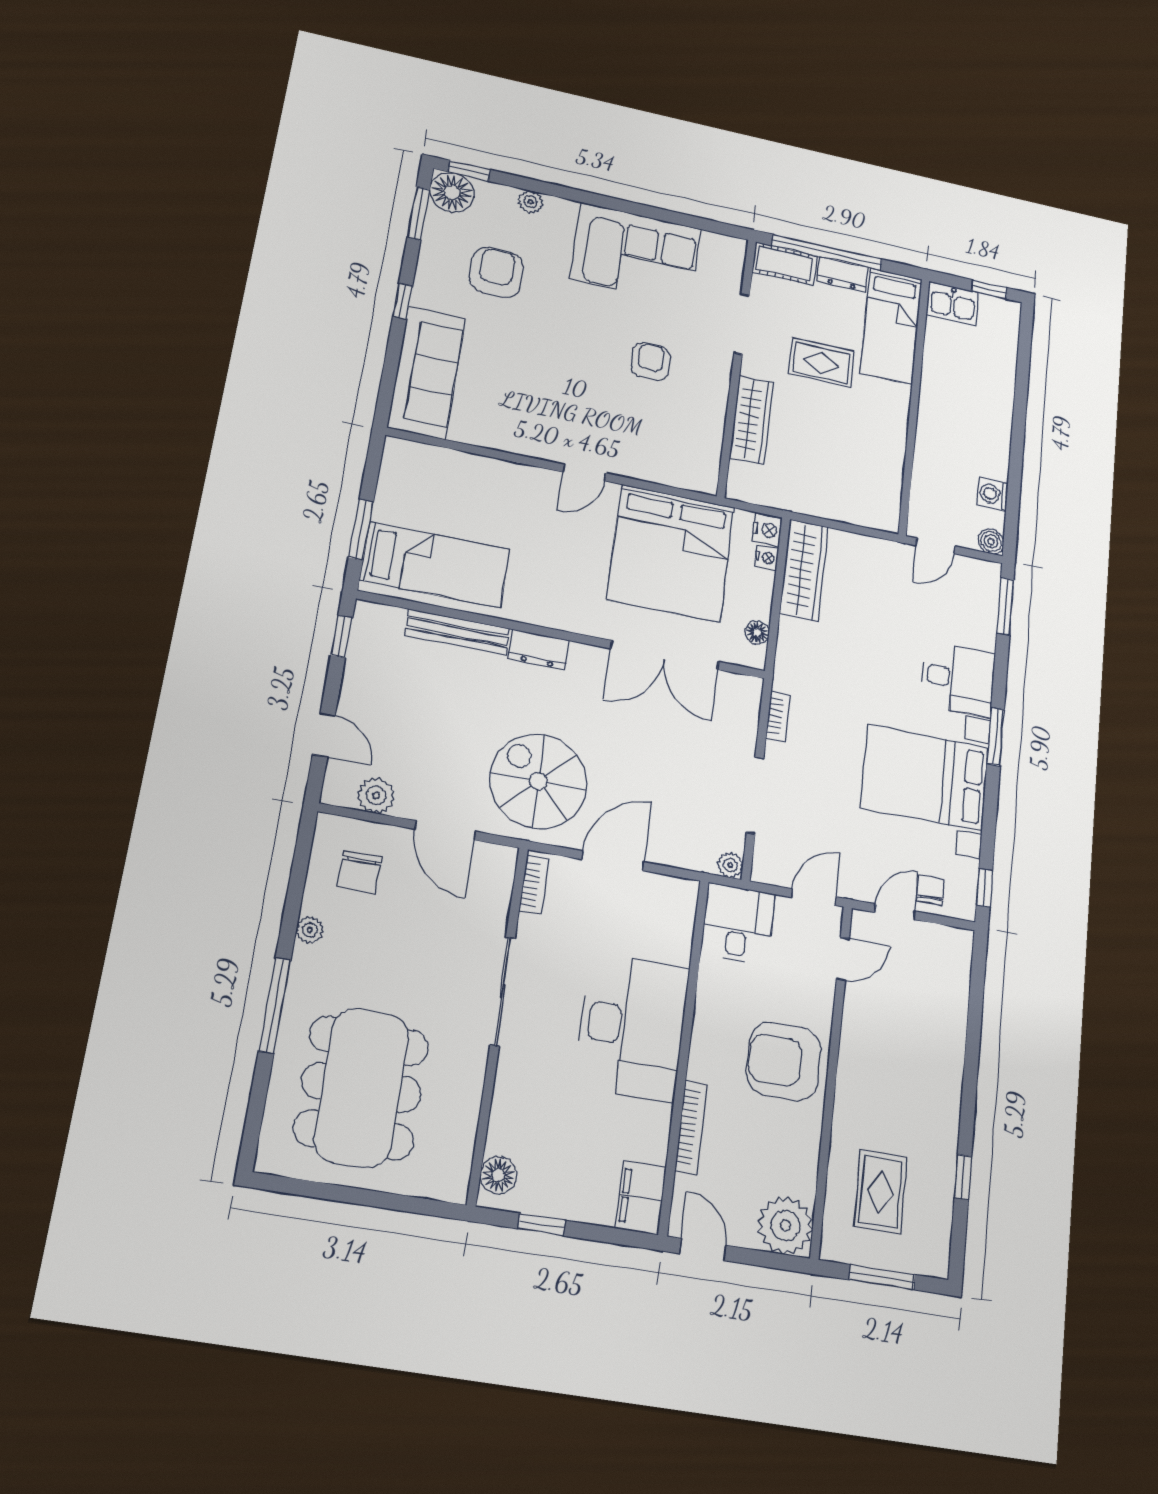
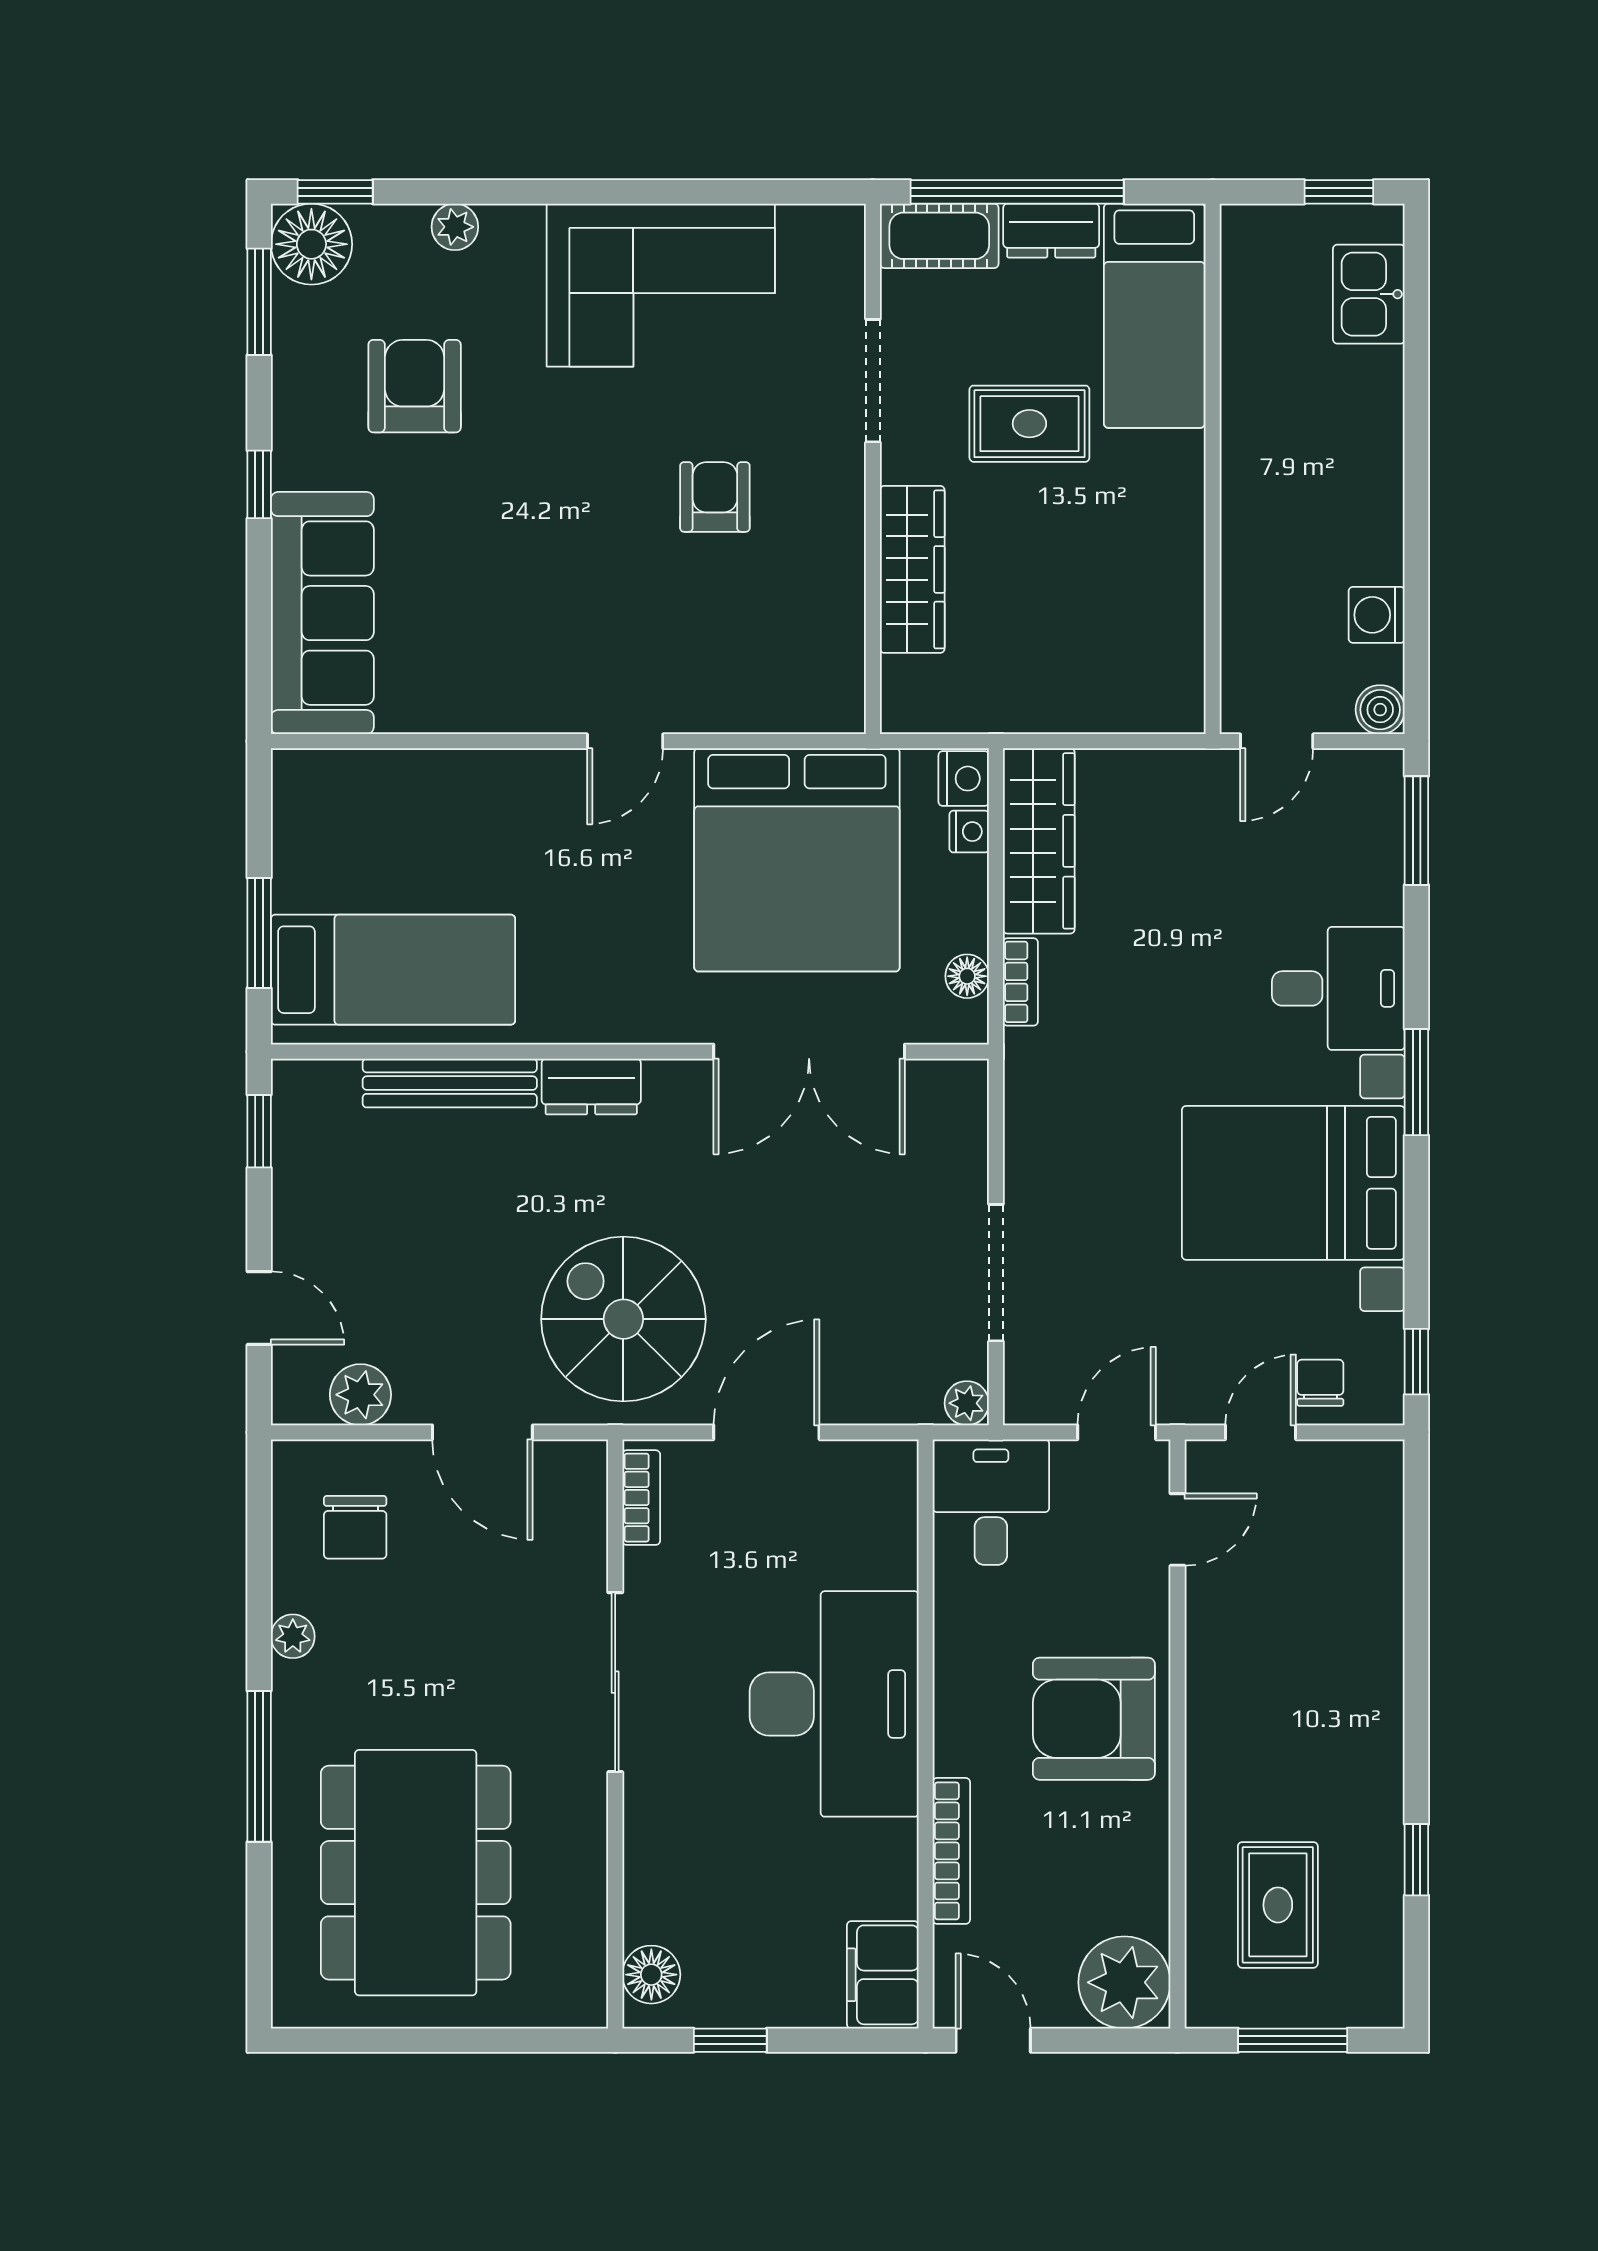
kitchen sink: (953, 303) -> (1369, 294), moved, turned 90
bookcase: (778, 716) -> (1020, 982), moved

